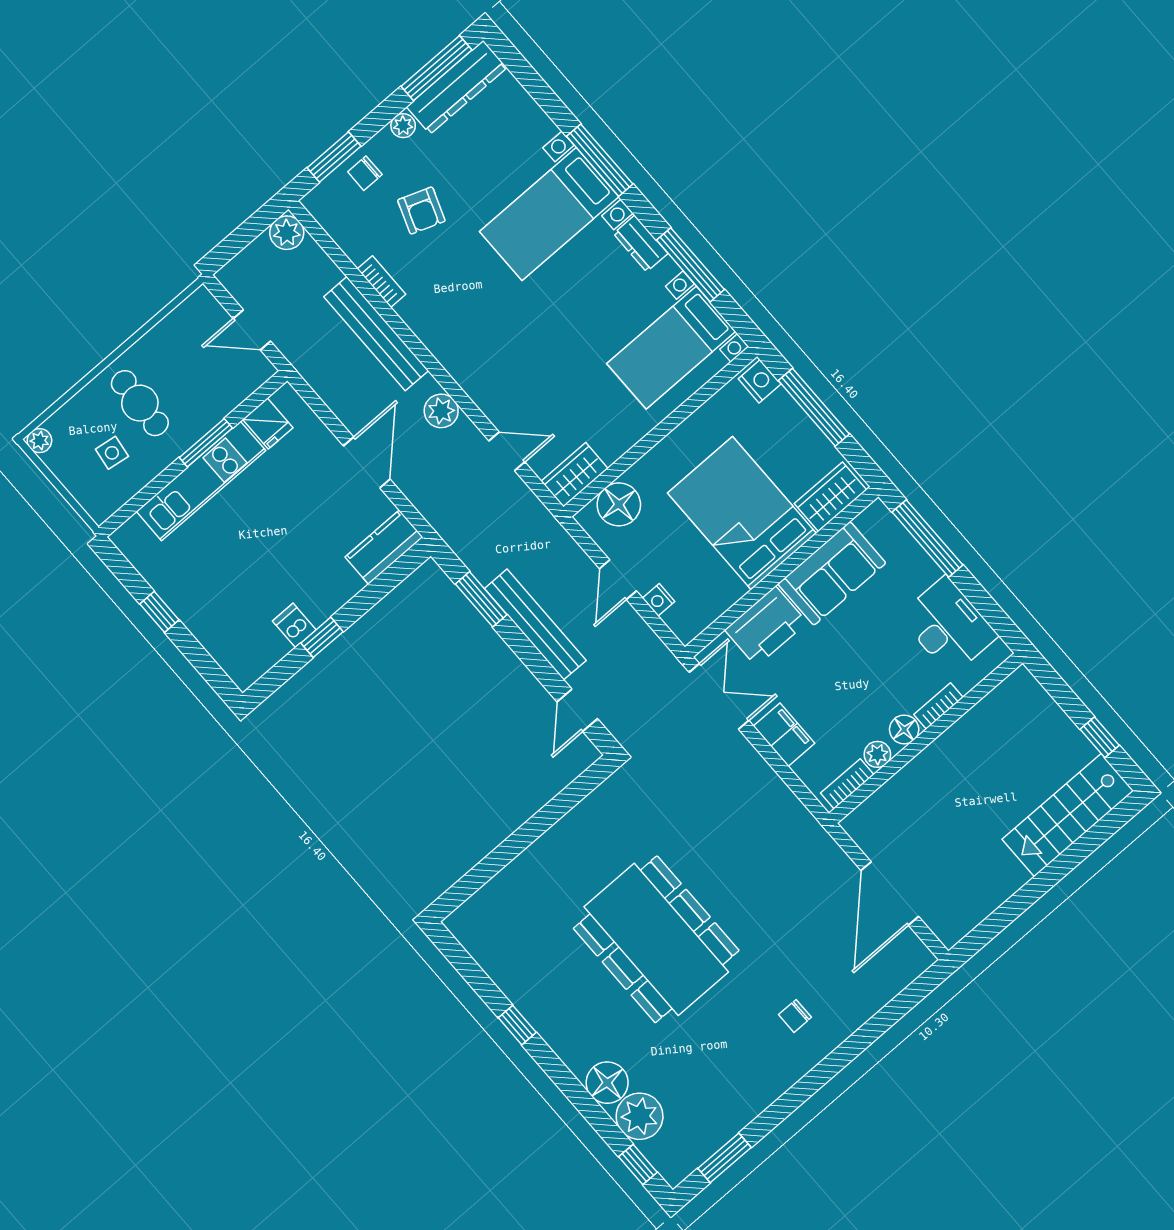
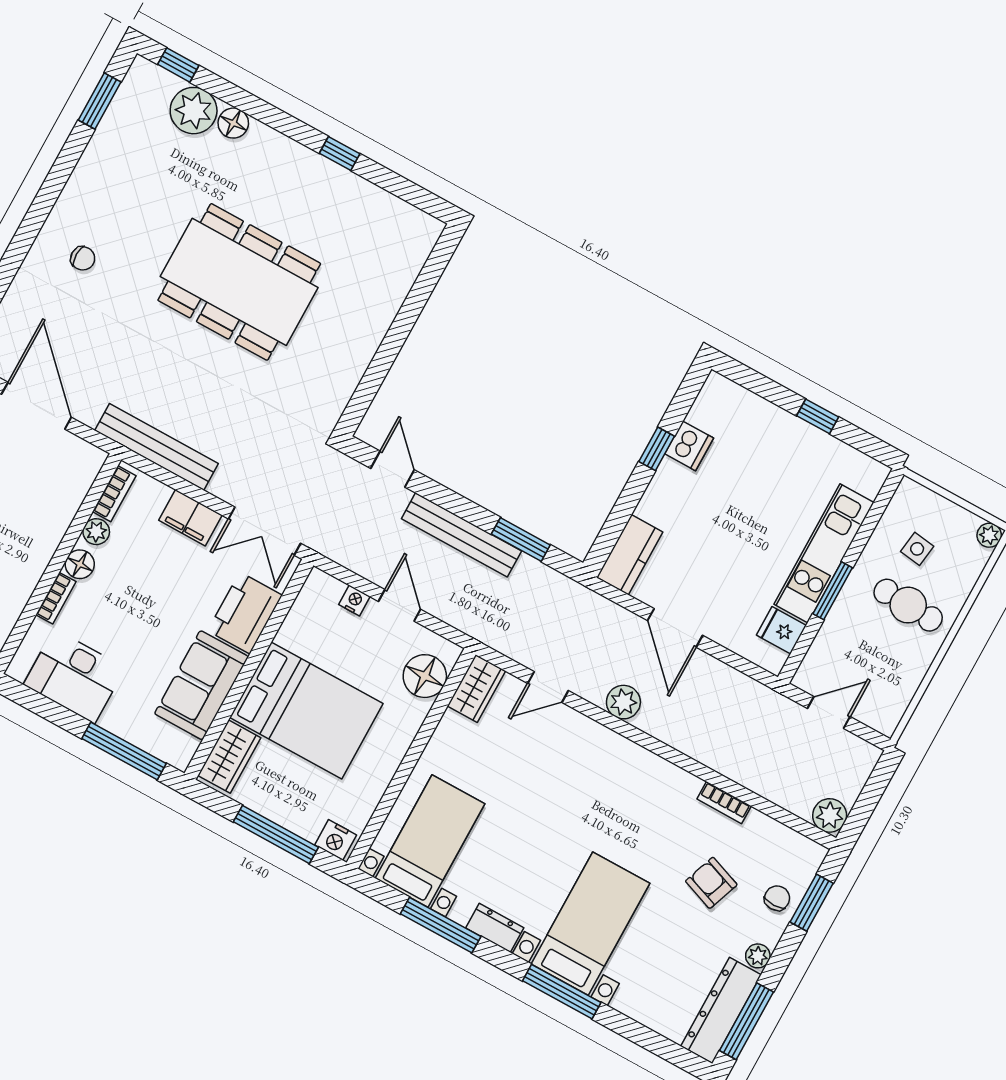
bench: (376, 334) -> (157, 447), moved
dishwasher: (294, 625) -> (689, 446), width x1.38
chair: (795, 1016) -> (83, 258), turned 90
floor lamp: (607, 1083) -> (233, 123), width x0.73, depth x0.73

